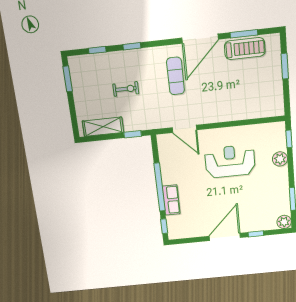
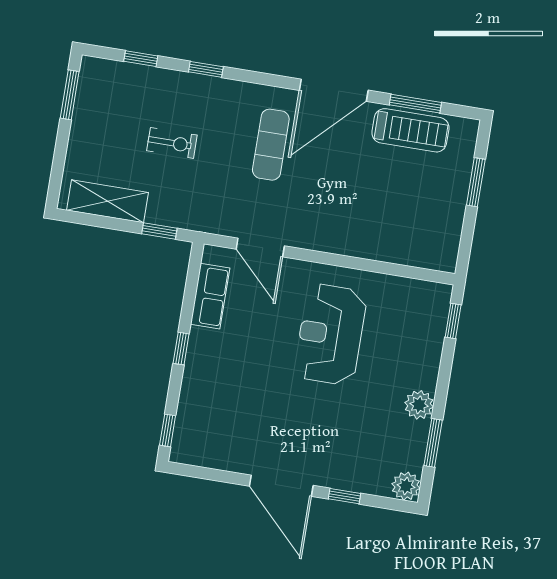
plant: (280, 159) -> (419, 405), moved
reception desk: (230, 161) -> (330, 334), turned -90
window: (160, 187) -> (181, 349), width x0.32
row of seats: (171, 200) -> (210, 296), moved
door: (225, 237) -> (281, 486), swing flipped

